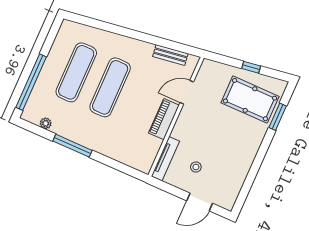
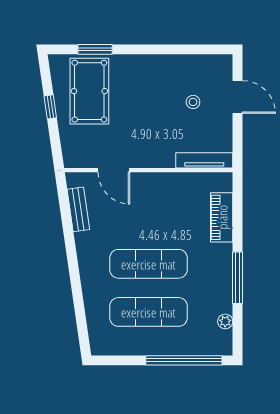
piano: (164, 119) -> (222, 217), moved, turned 90
stool: (196, 167) -> (193, 102), moved

